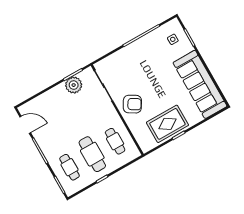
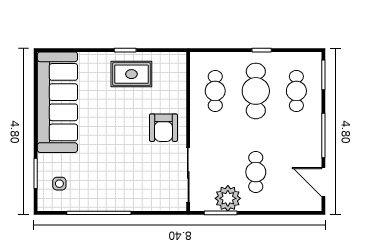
armchair: (132, 104) -> (163, 128), turned -121
cafe table: (66, 109) -> (256, 172), added
rug: (167, 124) -> (131, 74), width x0.73, depth x0.70

